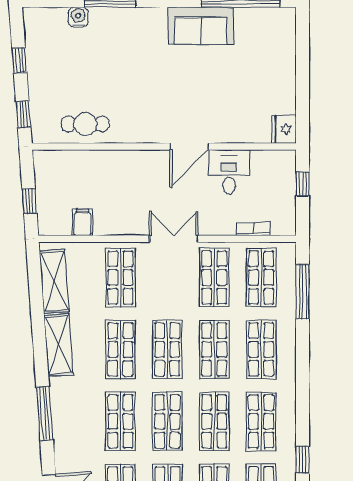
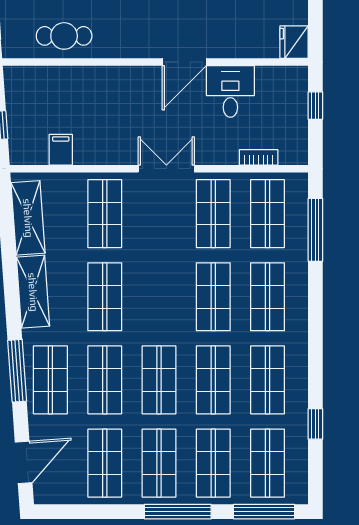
shop shelf: (167, 349) -> (50, 380), moved

